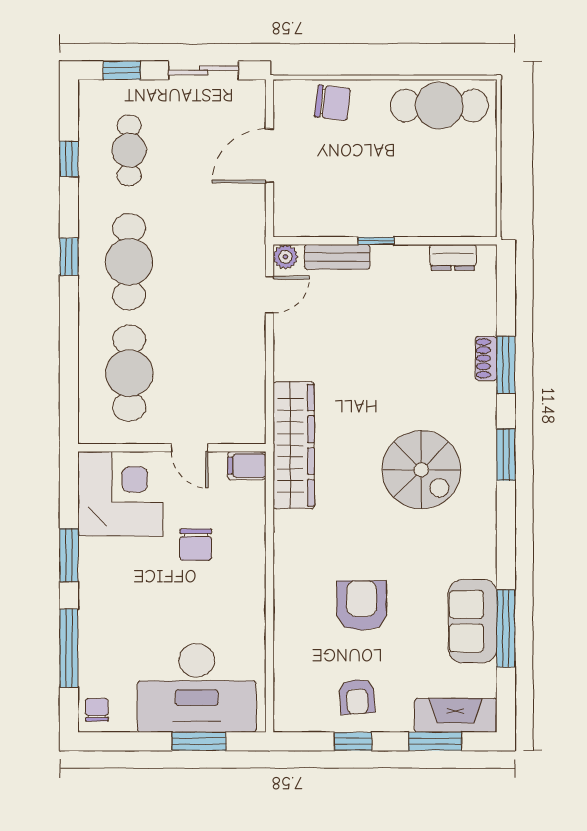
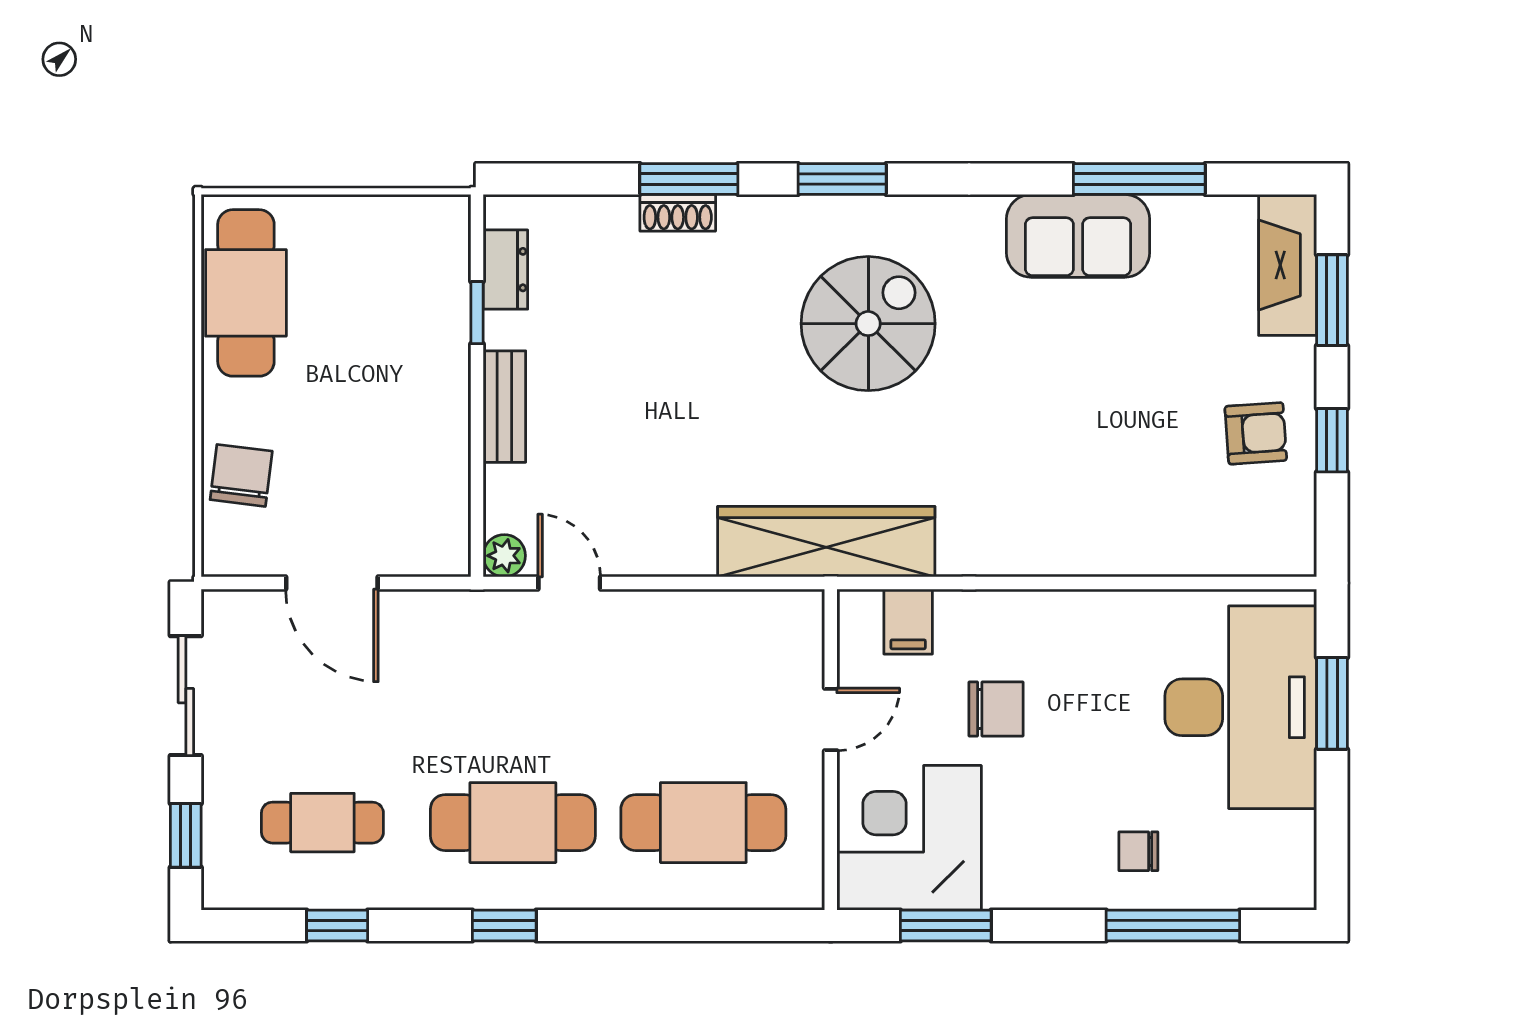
window: (376, 241) -> (477, 313), moved
bench: (337, 257) -> (504, 407), moved
filing cabinet: (247, 466) -> (908, 622), moved
window: (69, 555) -> (946, 925), moved
armchair: (362, 606) -> (1100, 425), removed
sofa: (473, 621) -> (1078, 236), moved
chair: (97, 710) -> (1138, 851), moved

